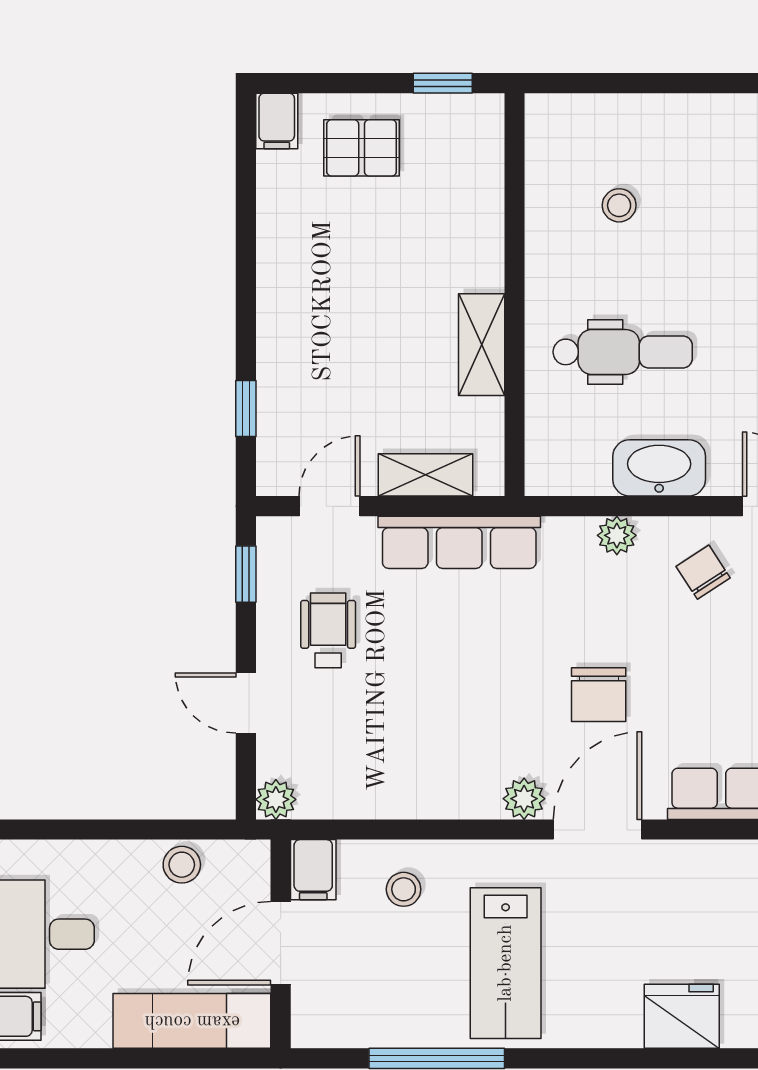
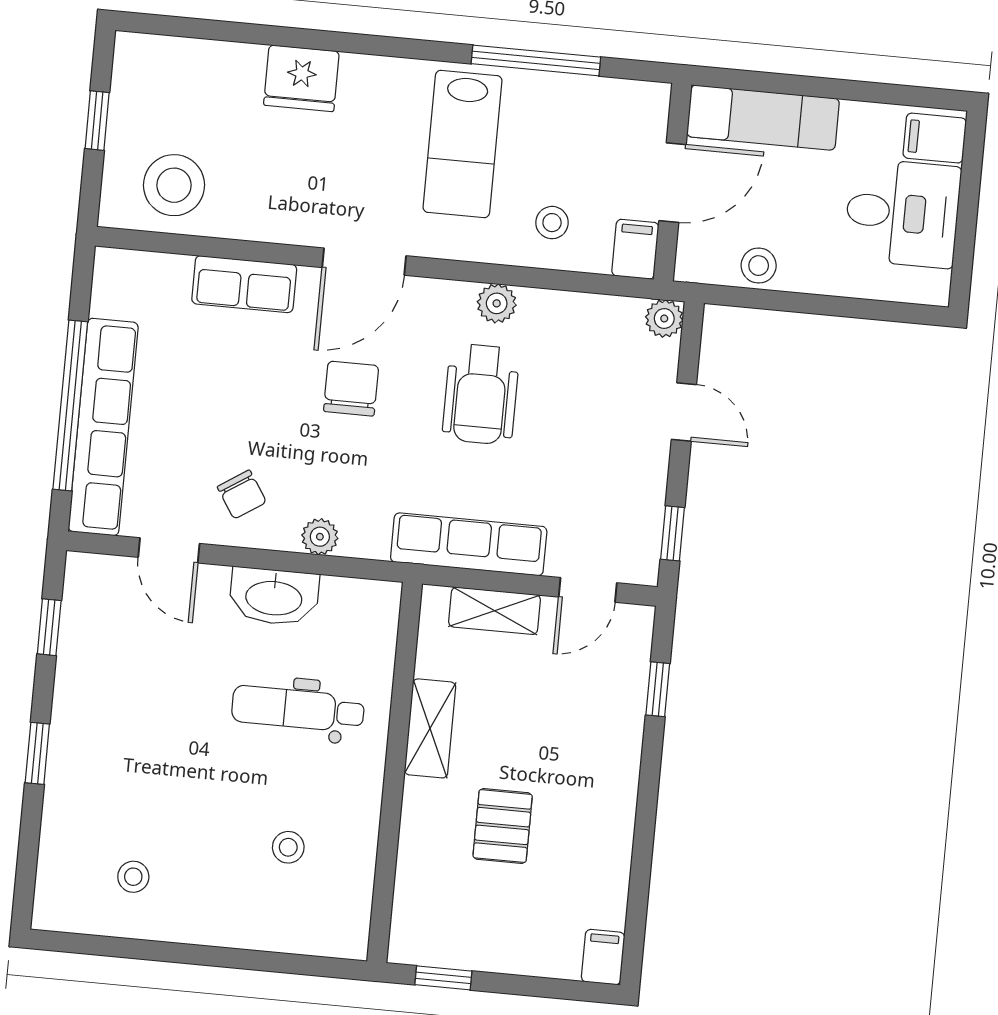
pallet: (362, 148) -> (503, 826), moved, turned 90
wheelchair: (328, 630) -> (481, 394), moved, width x1.36, depth x1.37
plant: (524, 799) -> (497, 303), moved
lab bench: (506, 963) -> (463, 144), turned 180

